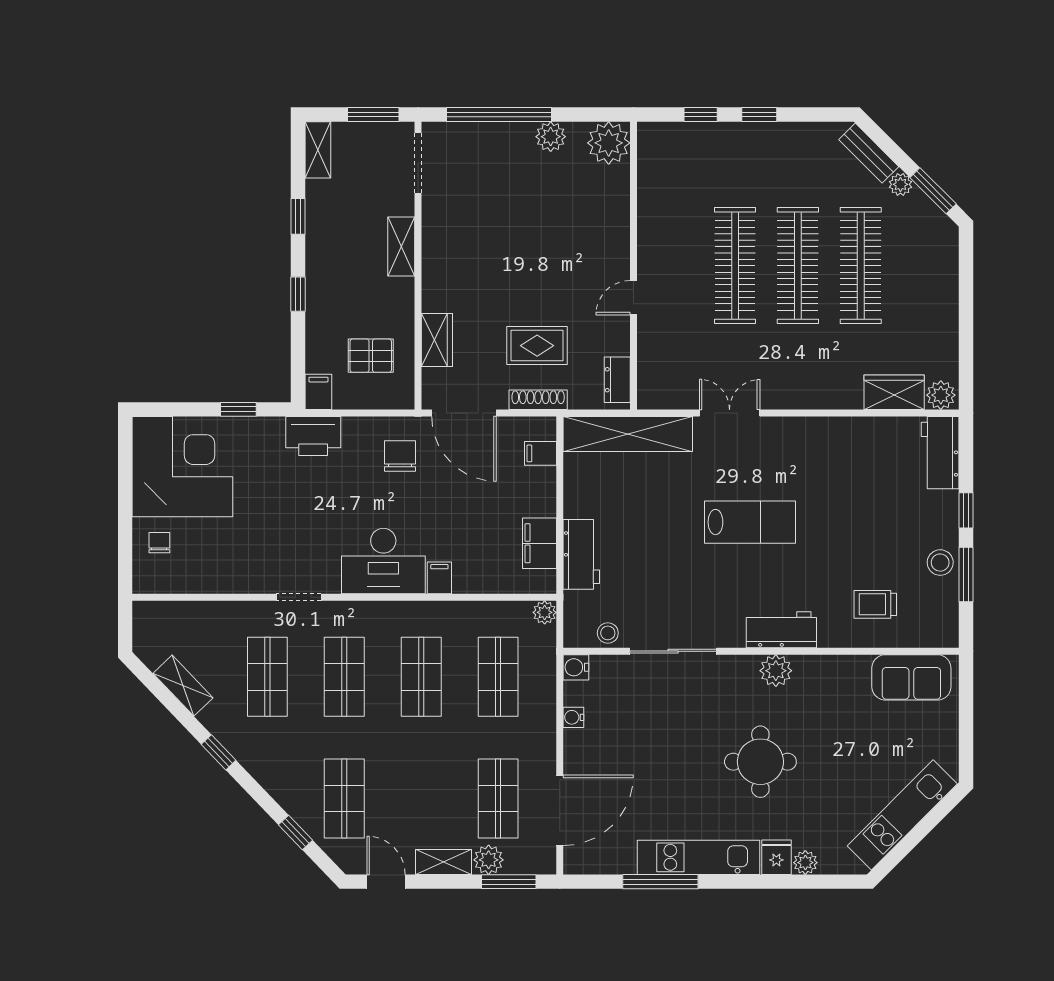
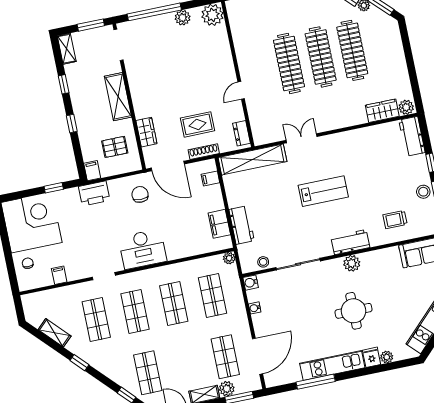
shelving: (401, 247) -> (118, 97), width x1.50, depth x1.33
filing cabinet: (439, 578) -> (59, 275), moved

